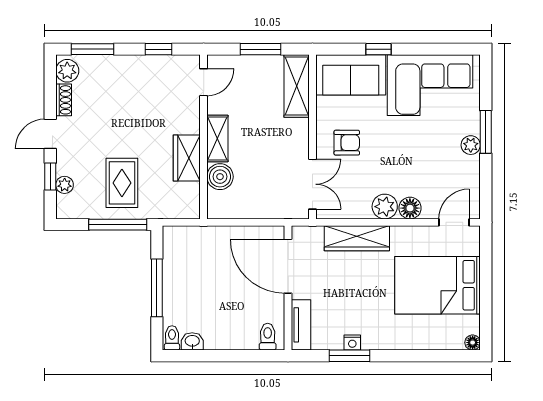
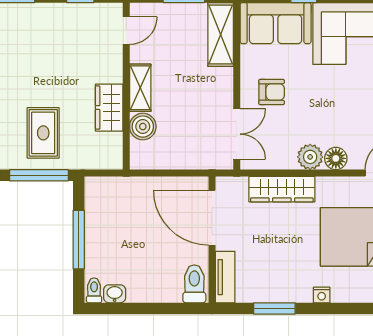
toilet: (268, 337) -> (194, 284), width x1.37, depth x1.39
nightstand: (352, 343) -> (322, 295), moved

